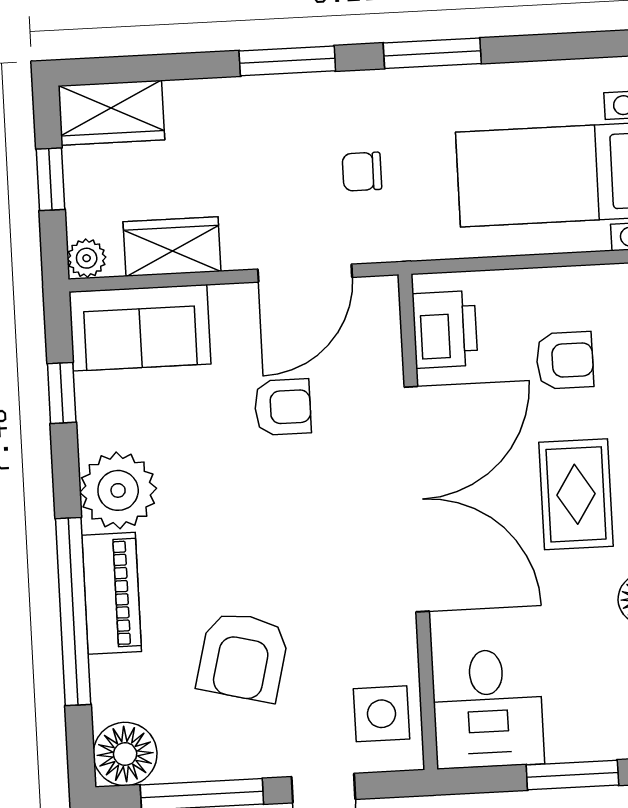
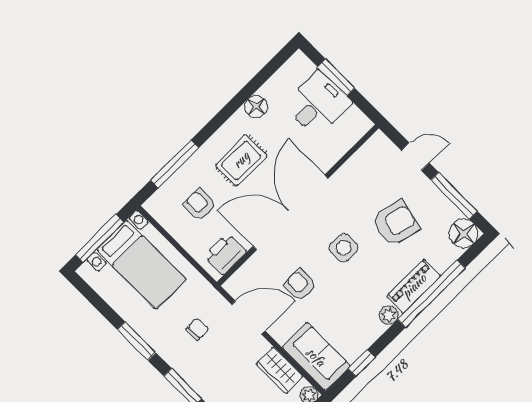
chair: (362, 172) -> (197, 329), turned -90
plant: (118, 490) -> (389, 315), width x0.53, depth x0.53
desk: (488, 709) -> (318, 104), moved
side table: (382, 714) -> (344, 248), moved

